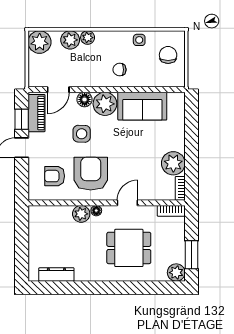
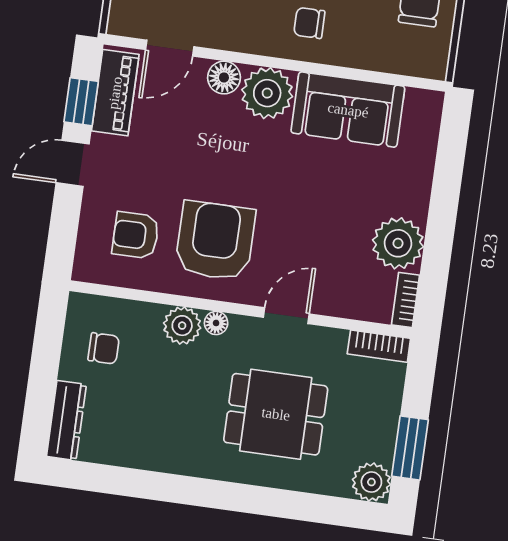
side table: (82, 134) -> (207, 151), removed
chair: (47, 229) -> (104, 348), added
dresser: (56, 274) -> (66, 420), moved, turned 90

